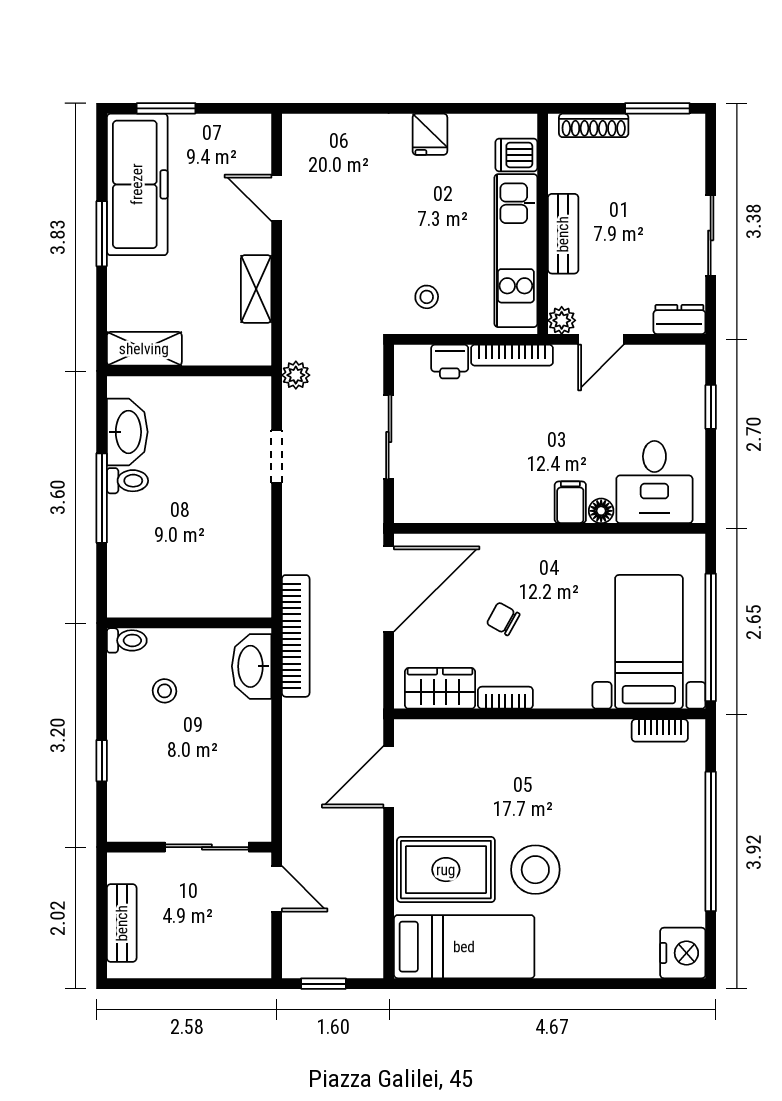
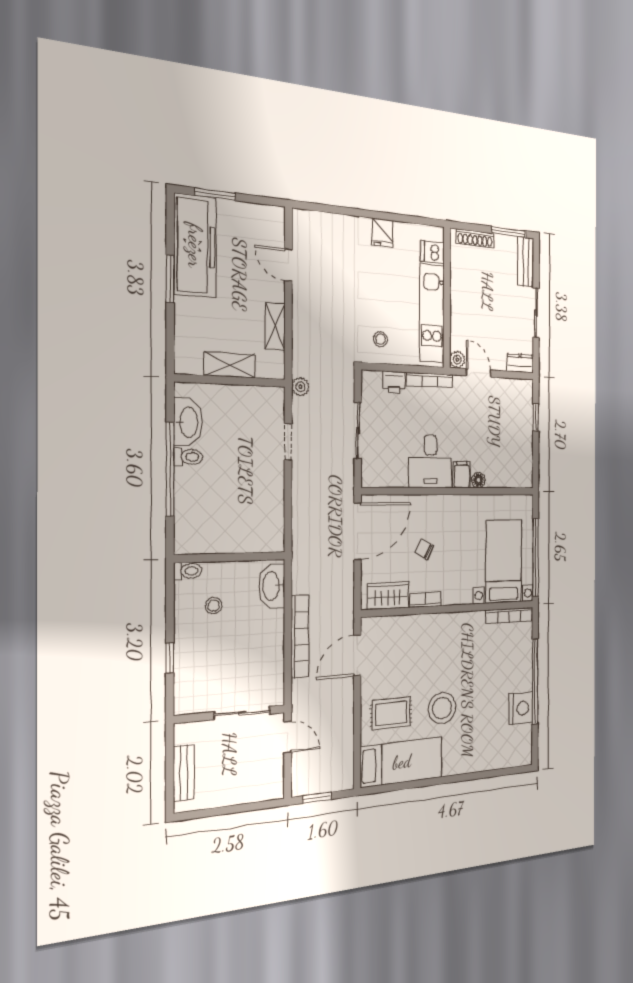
bench: (563, 234) -> (526, 262), moved
door: (601, 339) -> (479, 373), swing flipped
shelving: (144, 349) -> (230, 365), moved
desk: (654, 482) -> (430, 461), moved
window: (102, 498) -> (170, 469), width x1.46
bookcase: (296, 636) -> (300, 636), moved
bookcase: (660, 730) -> (509, 616), width x1.56
rug: (446, 870) -> (391, 713), width x0.73, depth x0.70
nightstand: (683, 953) -> (521, 708), moved

